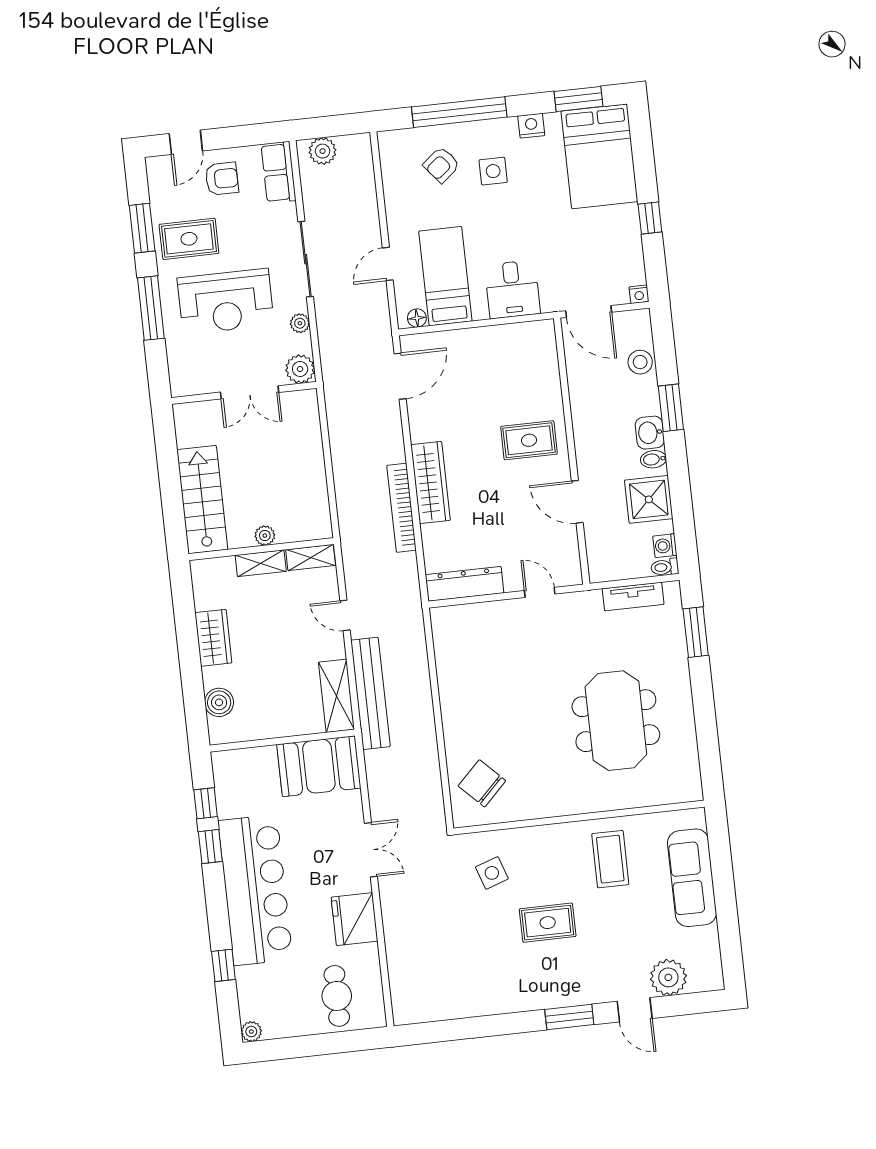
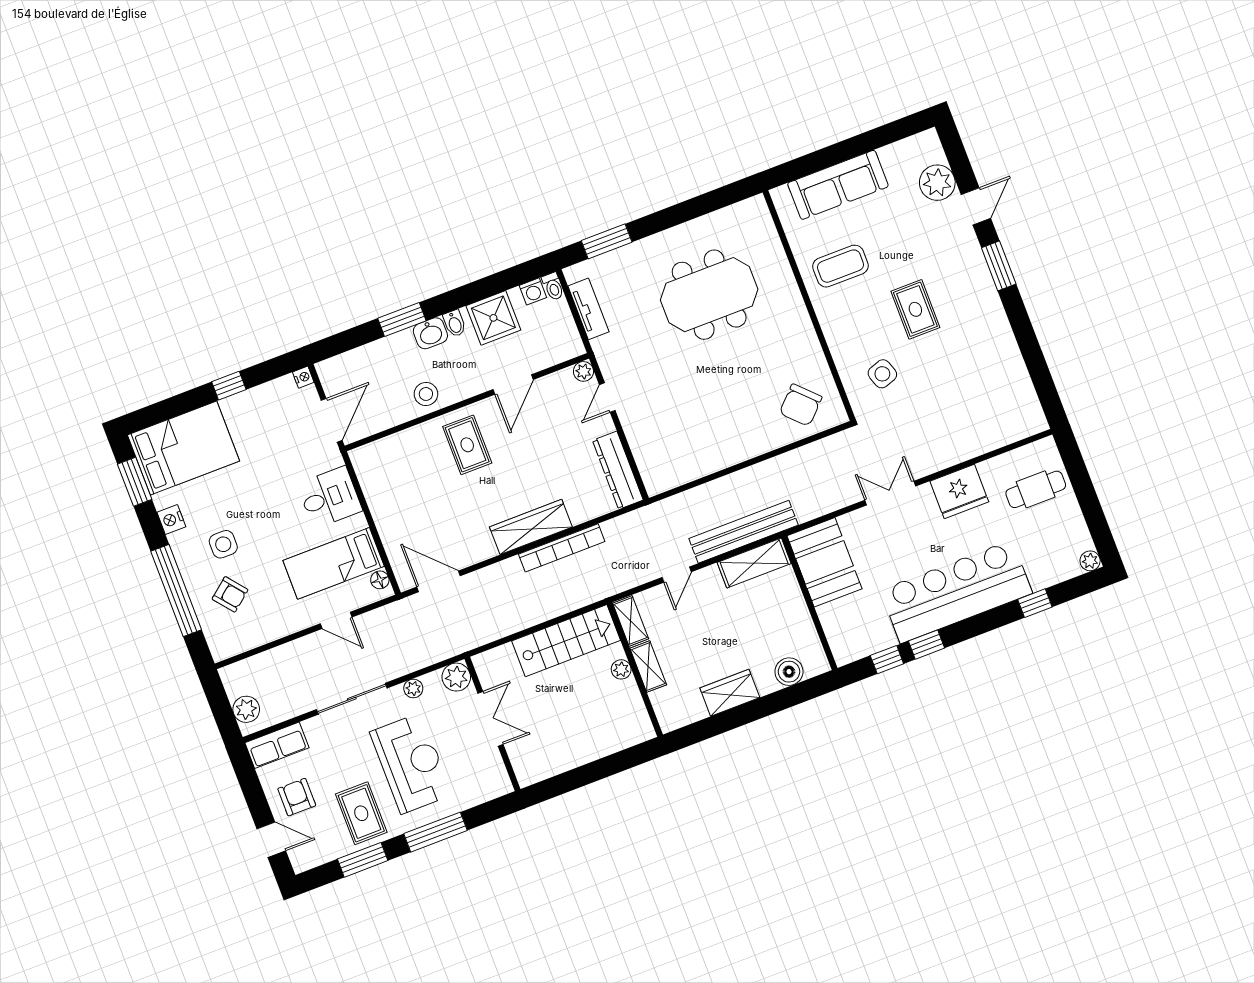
stool: (640, 362) -> (426, 394), moved
stairs: (202, 500) -> (566, 641), moved, turned 180
plant: (572, 575) -> (583, 371), added

